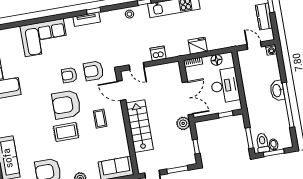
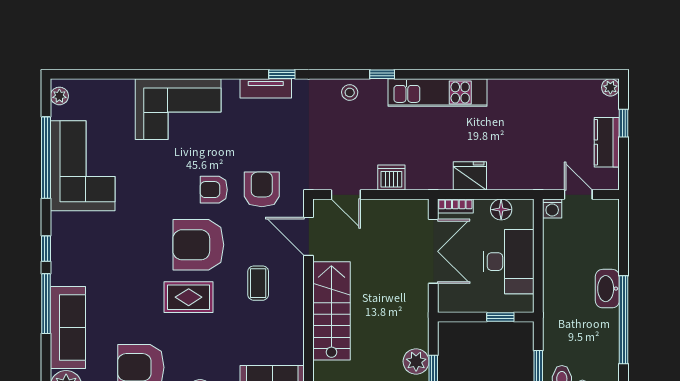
washing machine: (271, 50) -> (552, 208), moved
armchair: (94, 71) -> (262, 189), turned 90
double door: (188, 98) -> (433, 251), moved
plant: (183, 123) -> (416, 361), moved

